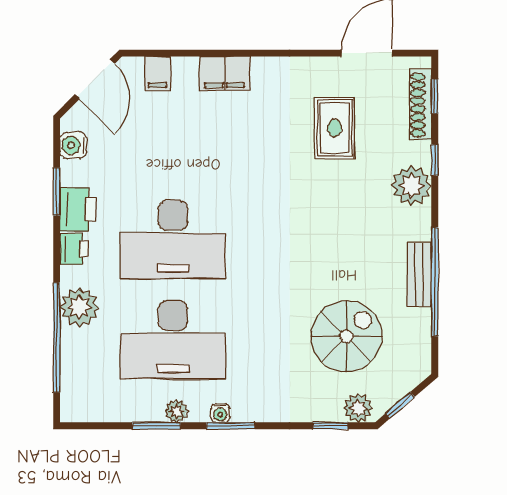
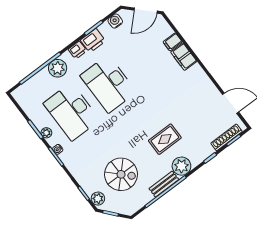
filing cabinet: (157, 73) -> (173, 42), moved
rug: (335, 128) -> (165, 139), moved
plant: (411, 186) -> (181, 166), moved

